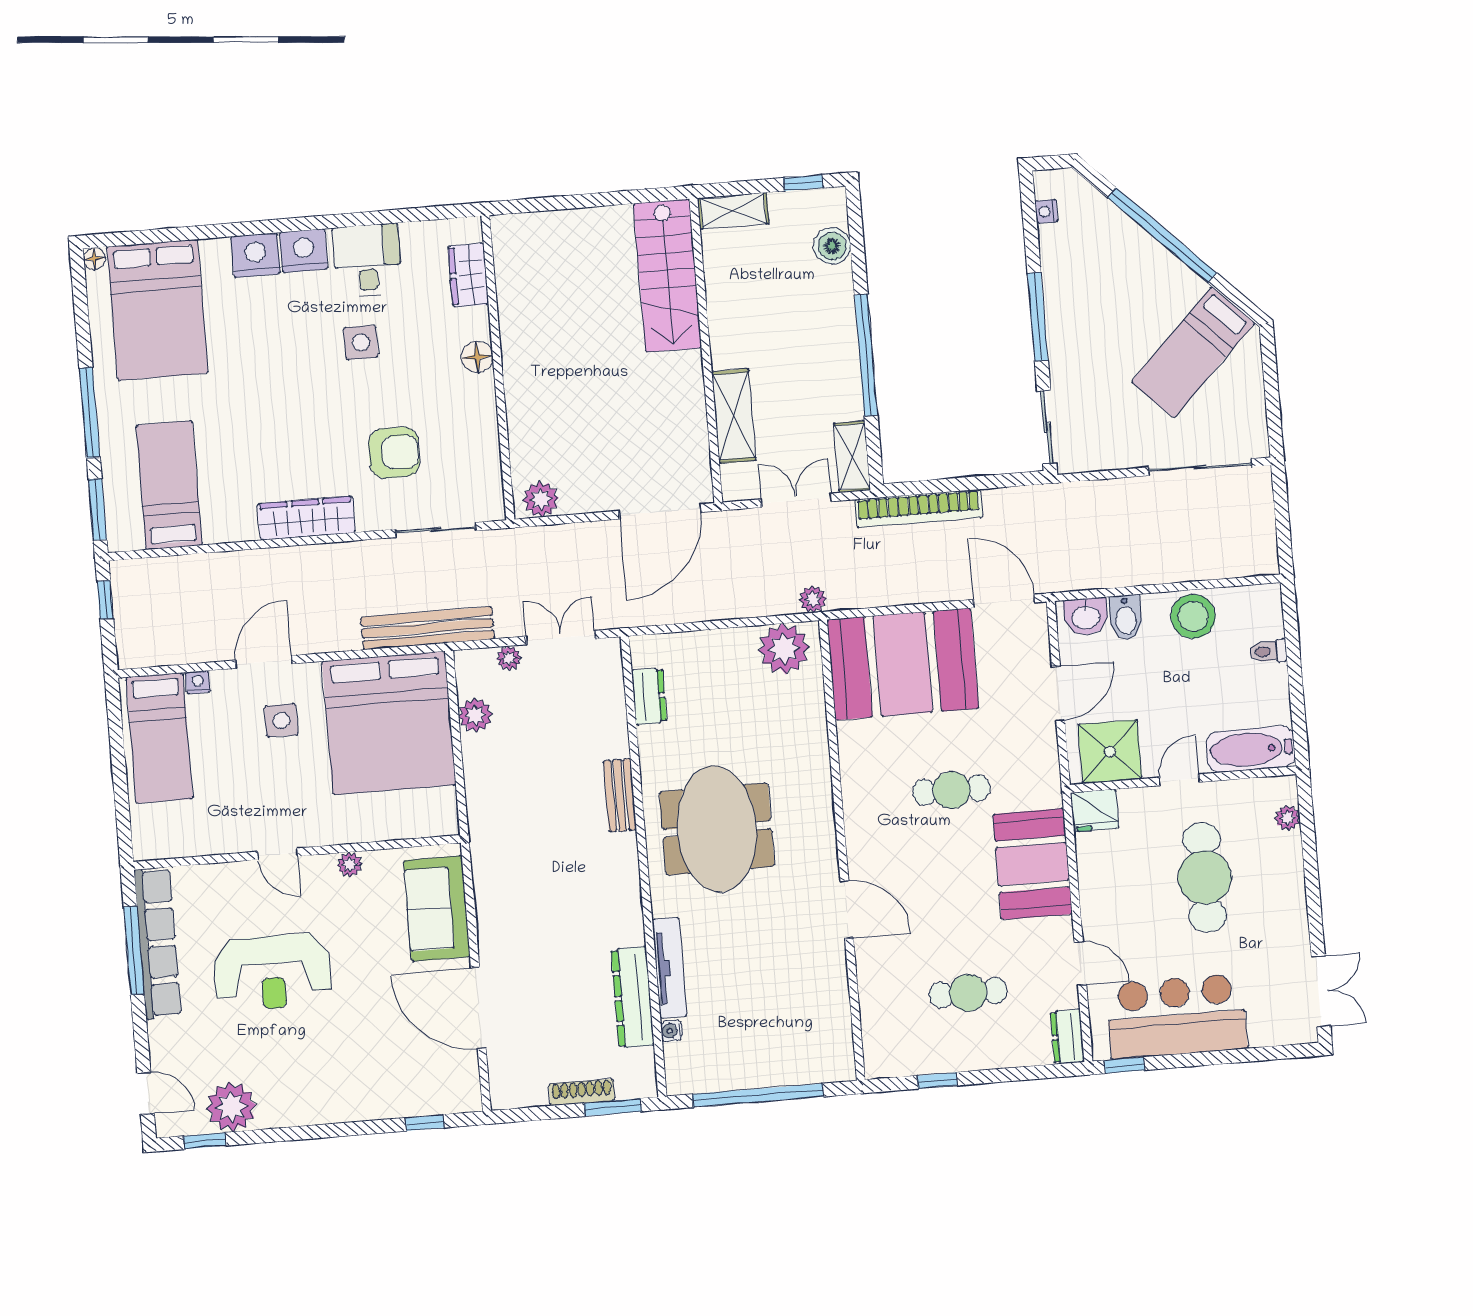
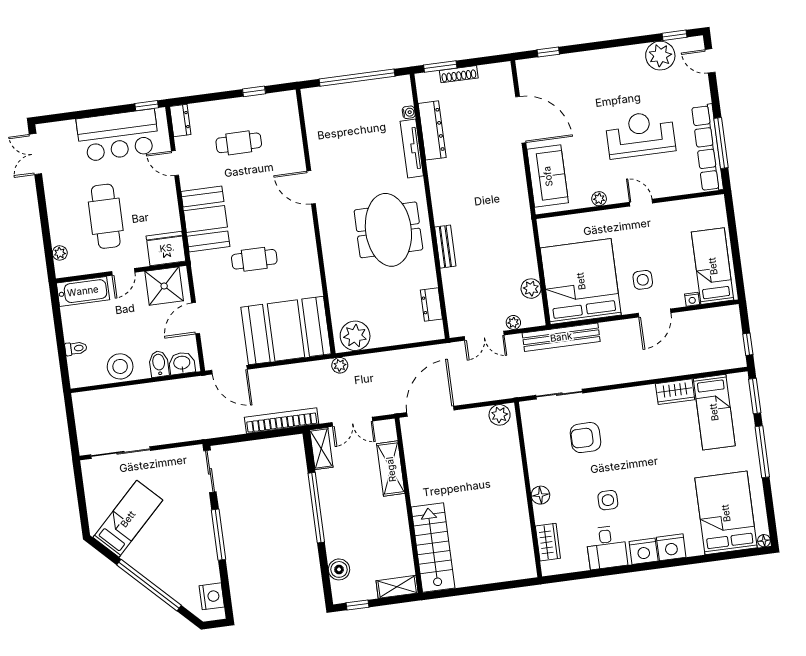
nightstand: (1046, 211) -> (212, 596), width x1.89, depth x1.79
wardrobe: (306, 518) -> (675, 392), moved, width x0.67
fridge: (1095, 810) -> (166, 248), width x1.36, depth x1.34

